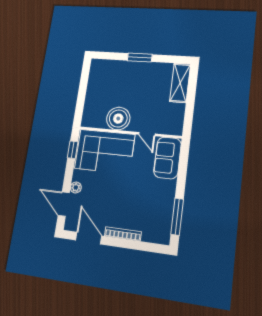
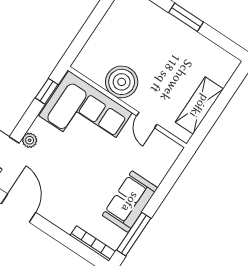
shelving: (180, 83) -> (199, 106), moved
sofa: (167, 158) -> (130, 202), moved
bookcase: (123, 234) -> (93, 244), moved

